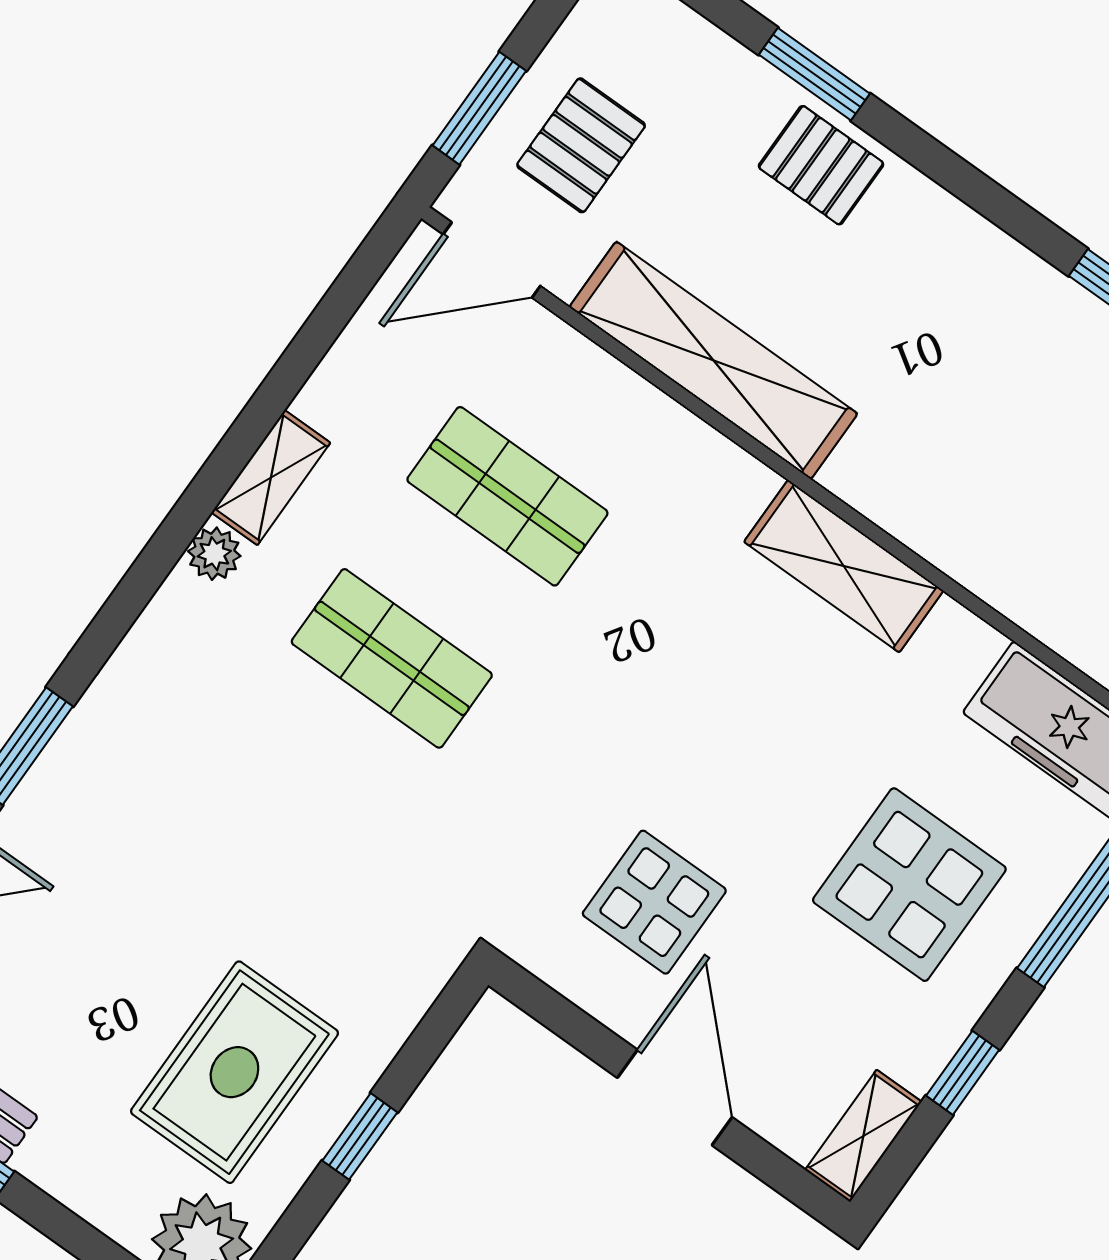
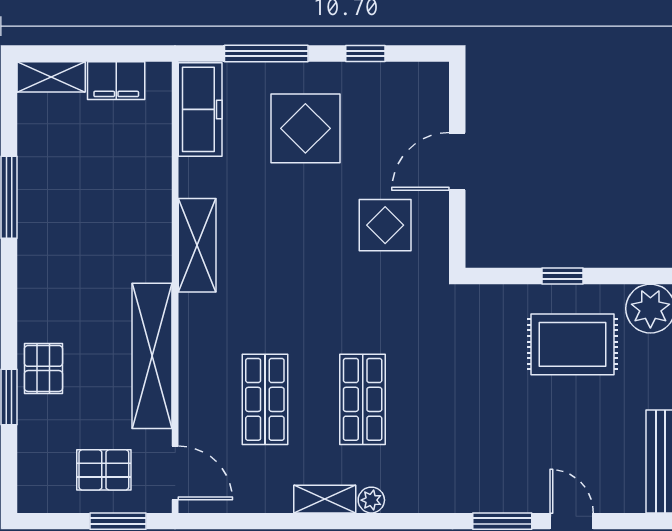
shelving: (863, 1136) -> (419, 75), removed

